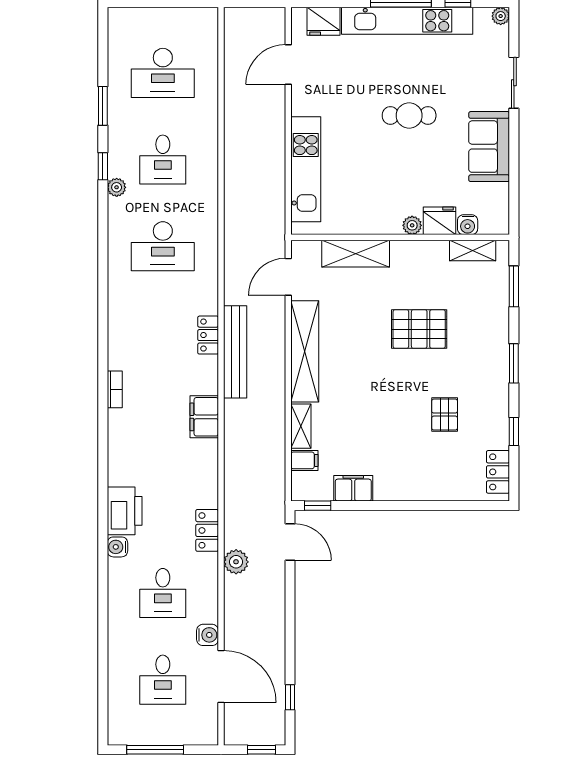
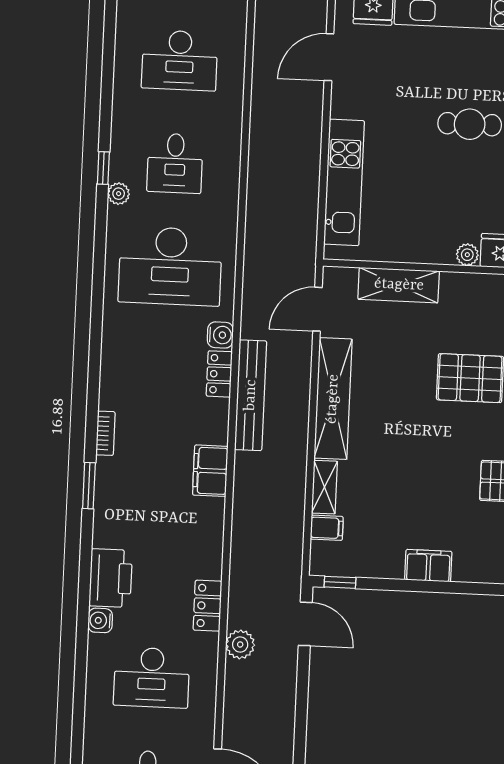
window: (103, 106) -> (89, 486), moved
desk: (163, 246) -> (170, 266), width x1.36, depth x1.30
filing cabinet: (353, 488) -> (428, 566), moved
desk: (163, 593) -> (152, 678), width x1.37
water cooler: (208, 635) -> (220, 335), moved

